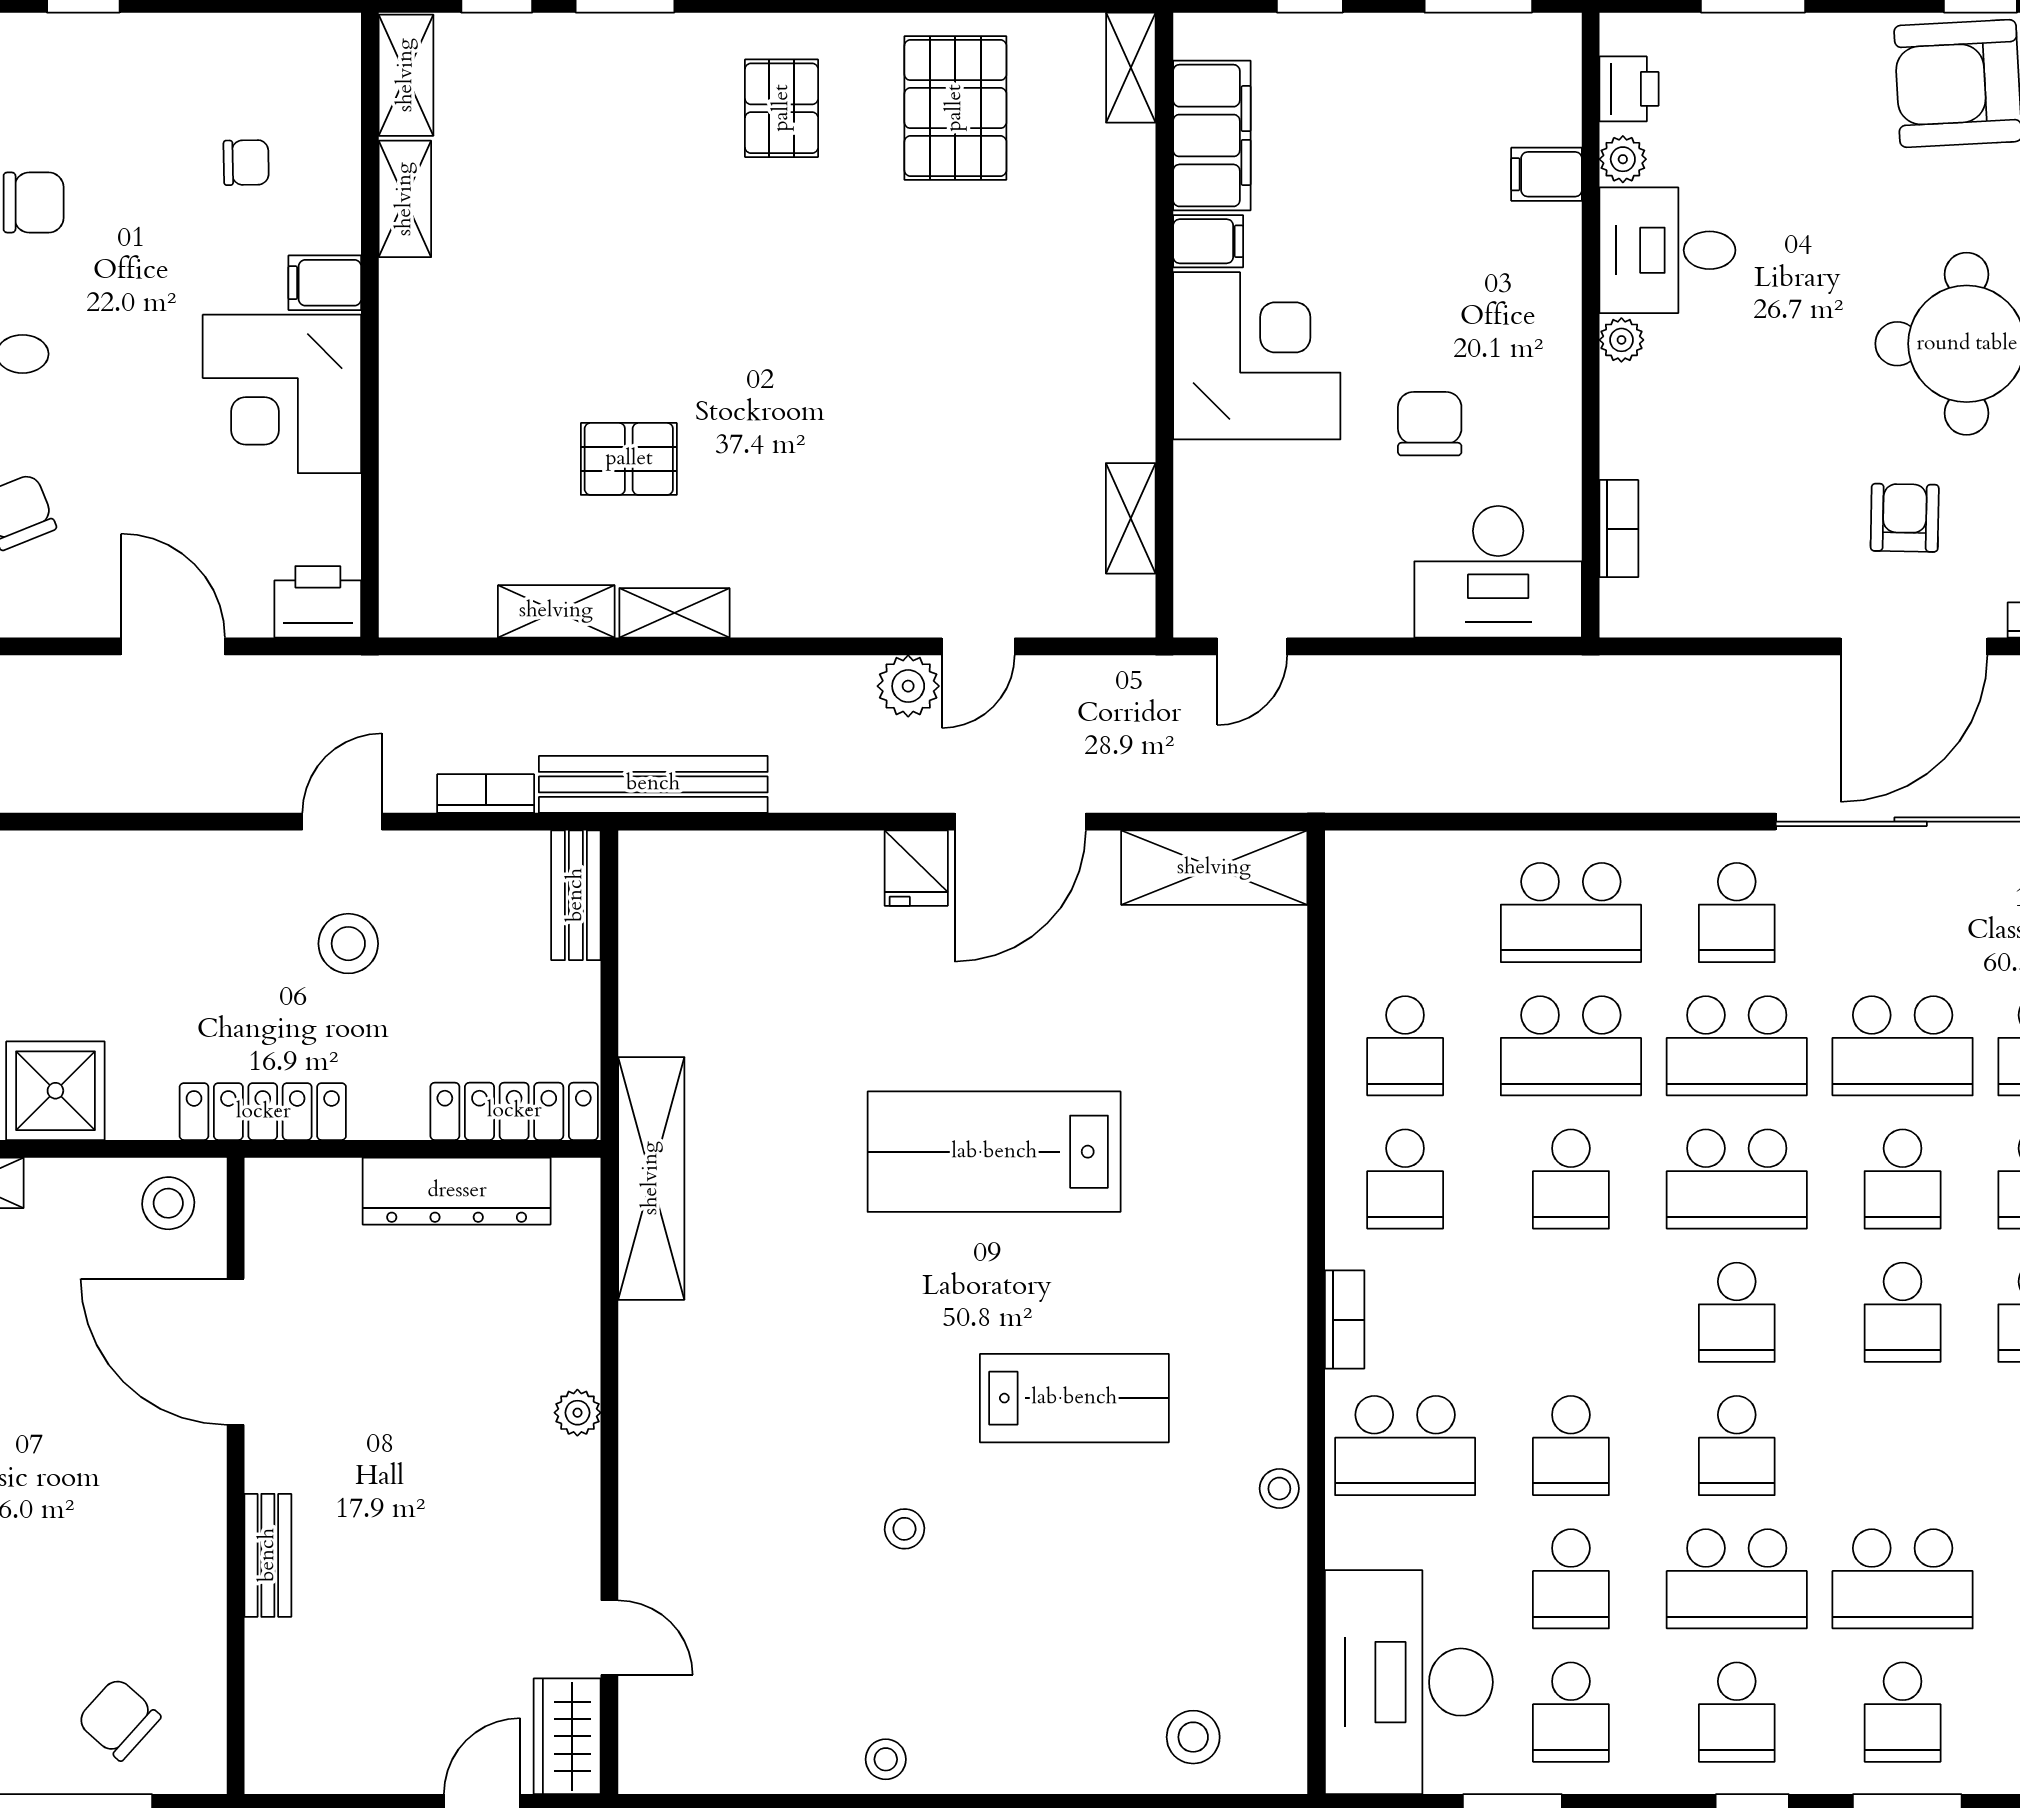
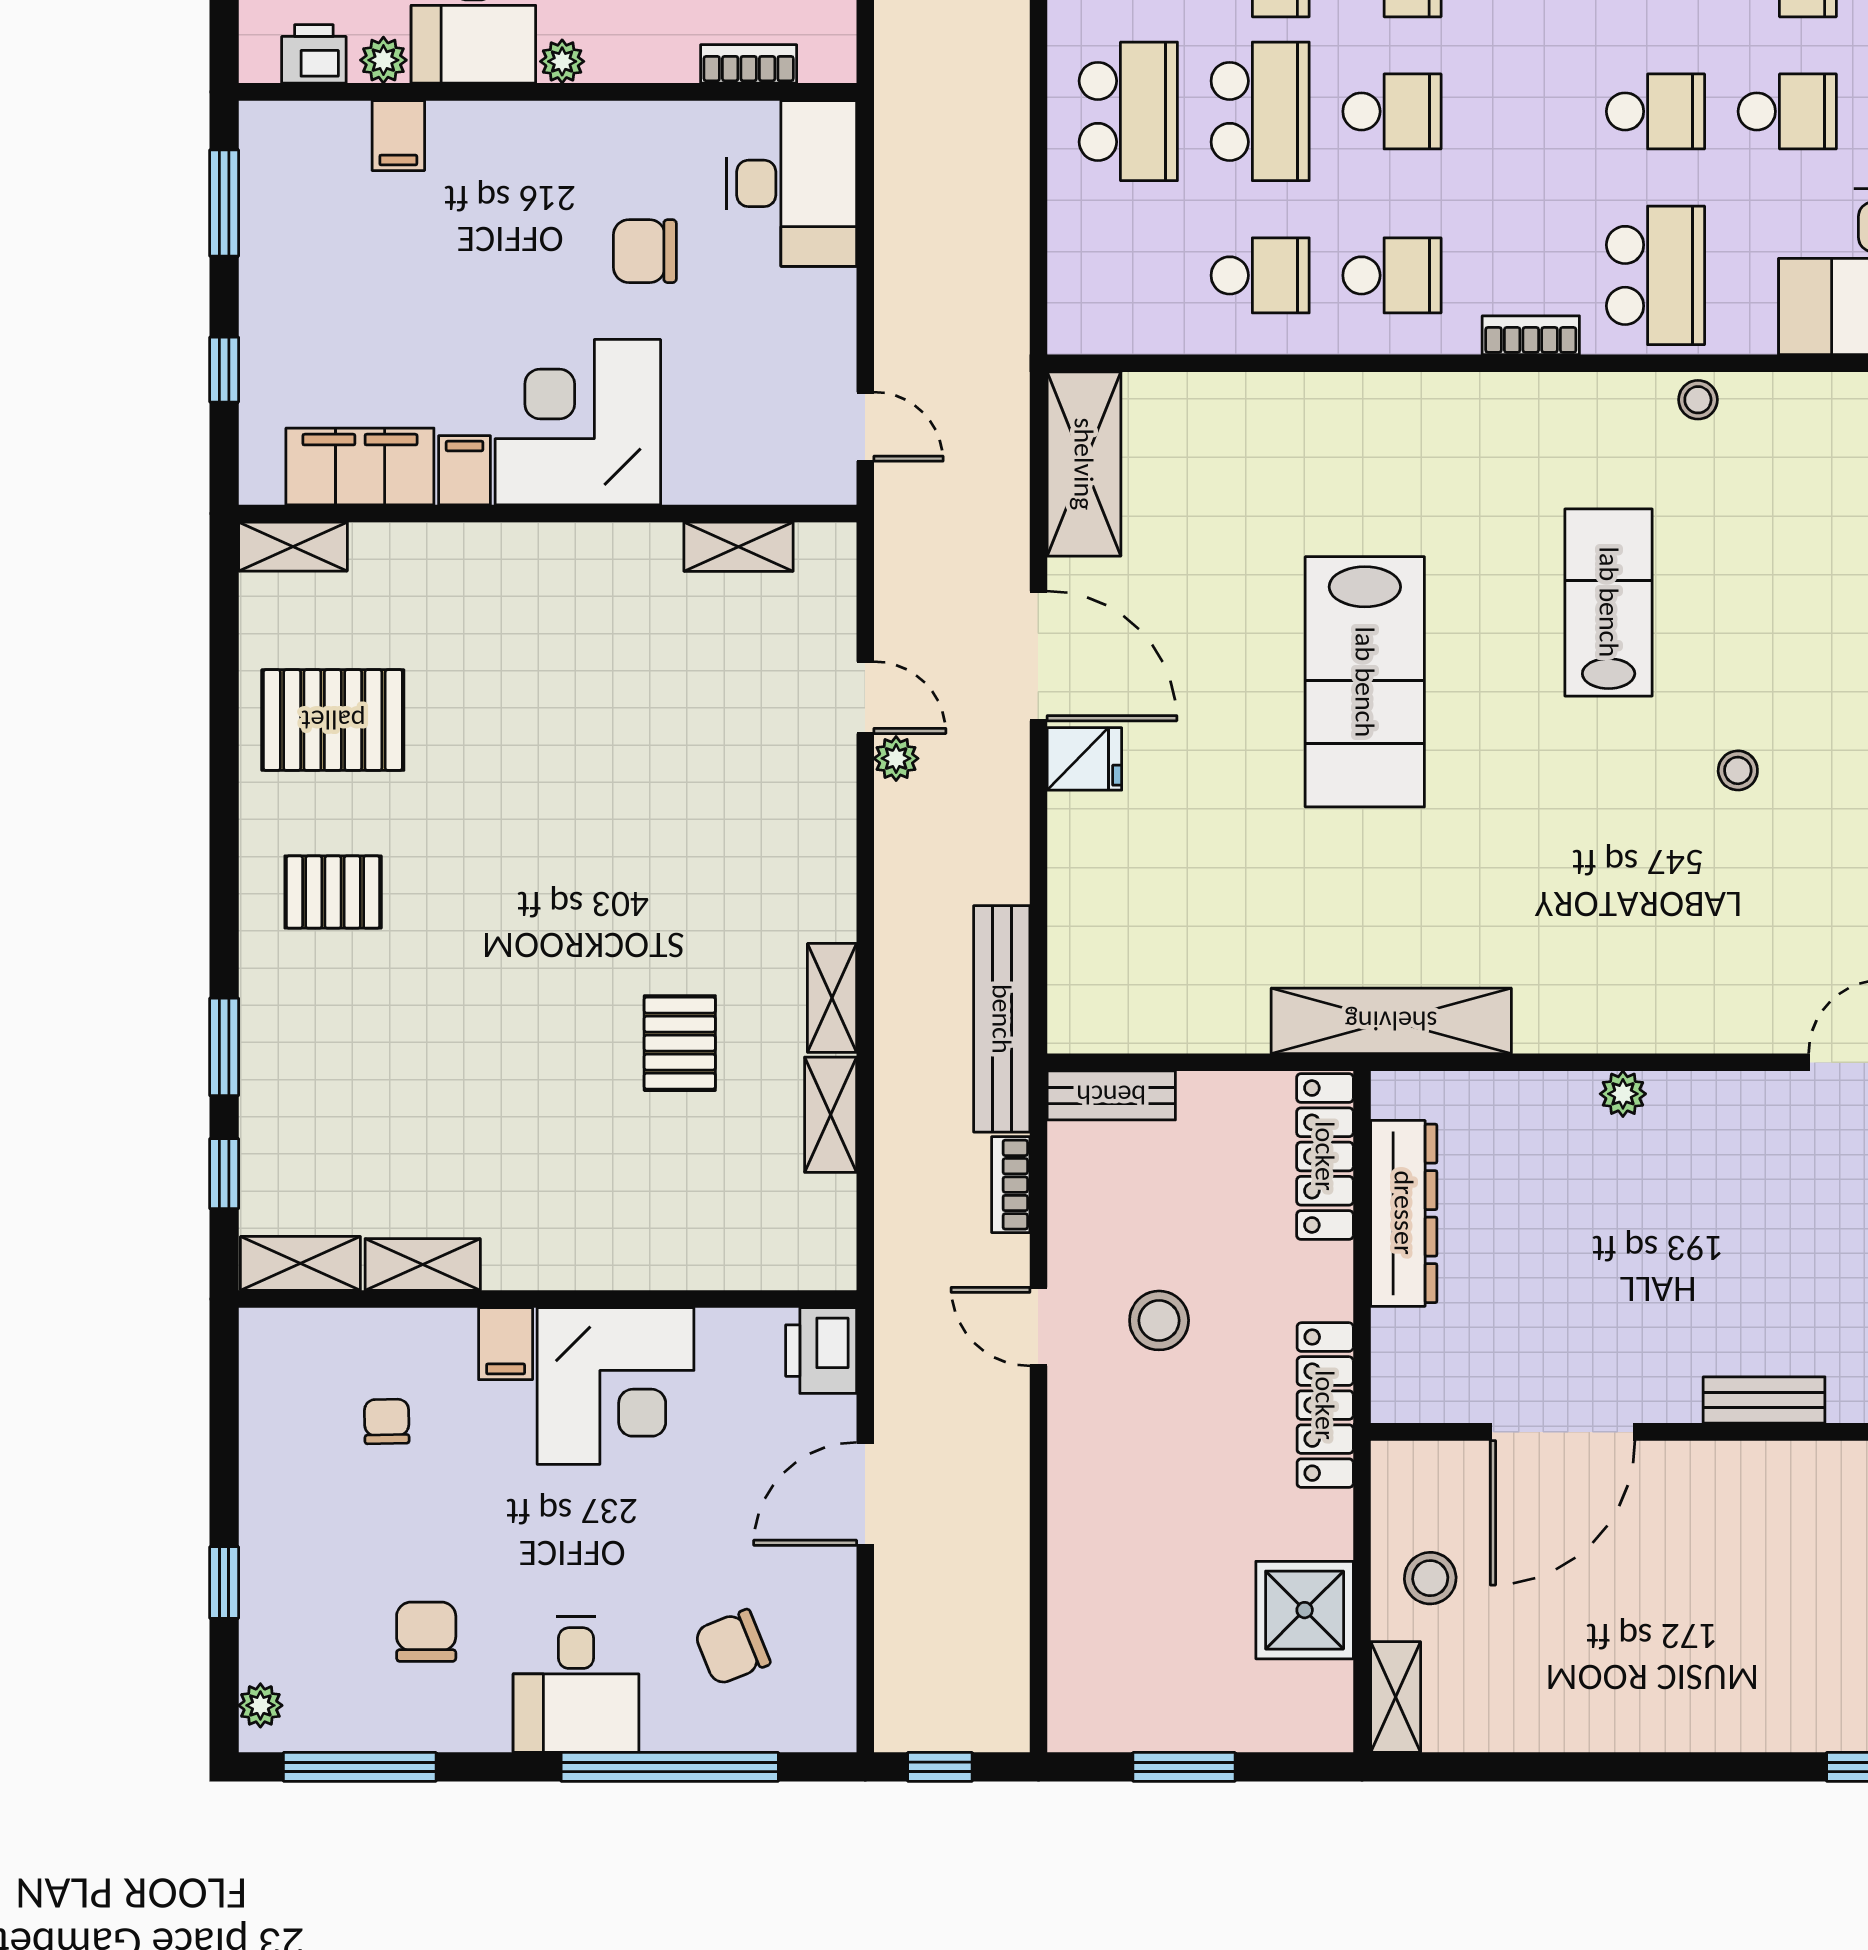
plant: (908, 686) -> (896, 758), width x0.73, depth x0.73
stool: (168, 1203) -> (1430, 1578), moved

